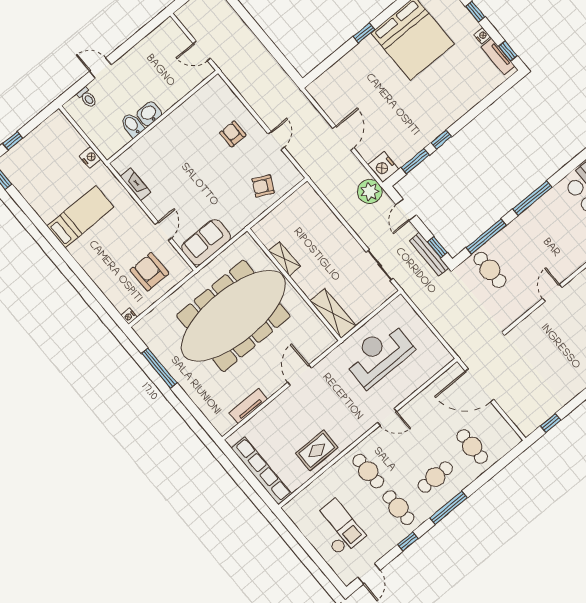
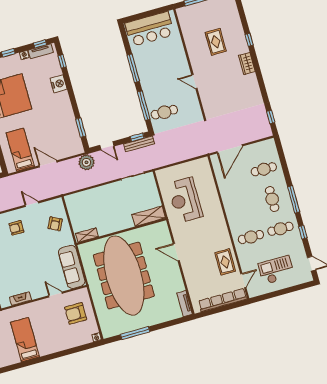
bed: (346, 90) -> (20, 150), added
window: (441, 140) -> (62, 61), moved
nightstand: (383, 167) -> (59, 84), moved, turned -90
sofa: (206, 242) -> (72, 267), width x1.36
shelving: (284, 259) -> (87, 235), moved
tv unit: (248, 406) -> (185, 304), moved
door: (387, 417) -> (243, 281), moved

